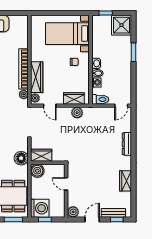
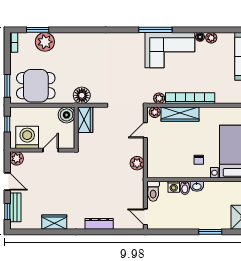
wardrobe: (74, 99) -> (154, 159), removed
washing machine: (40, 208) -> (27, 137), moved, turned 180

